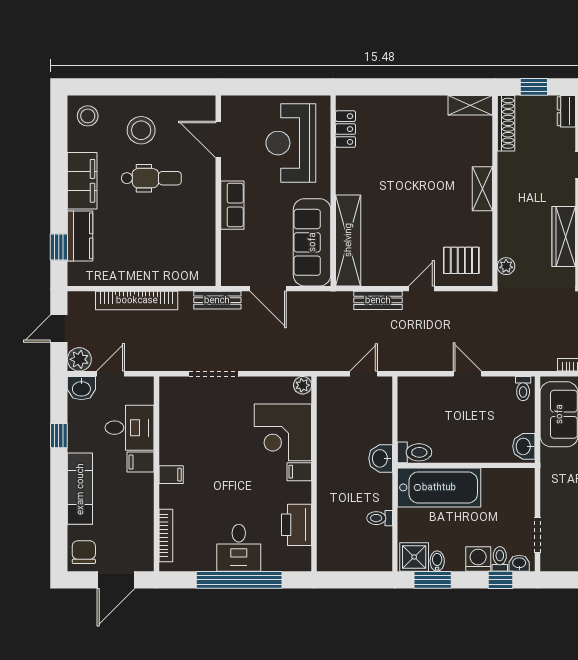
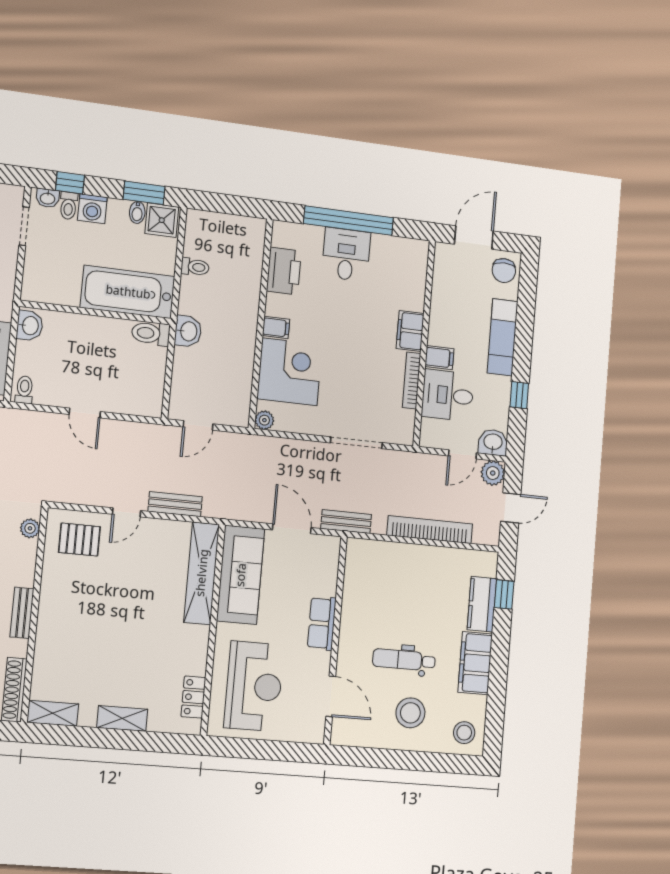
shelving: (482, 189) -> (122, 718), moved, turned 90
bench: (506, 191) -> (22, 613), added
filing cabinet: (171, 475) -> (410, 331), width x2.00
bookcase: (166, 535) -> (412, 380), moved

